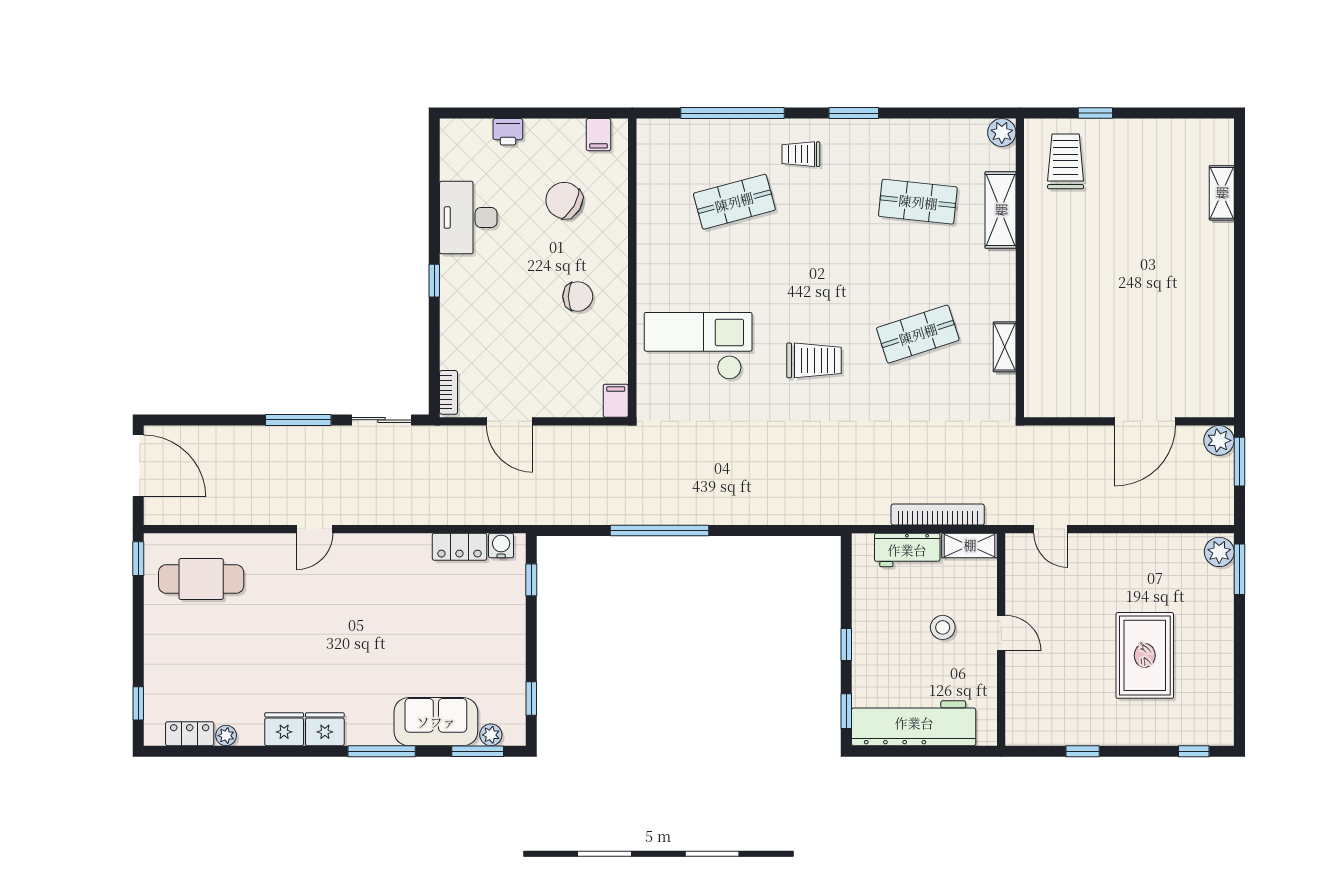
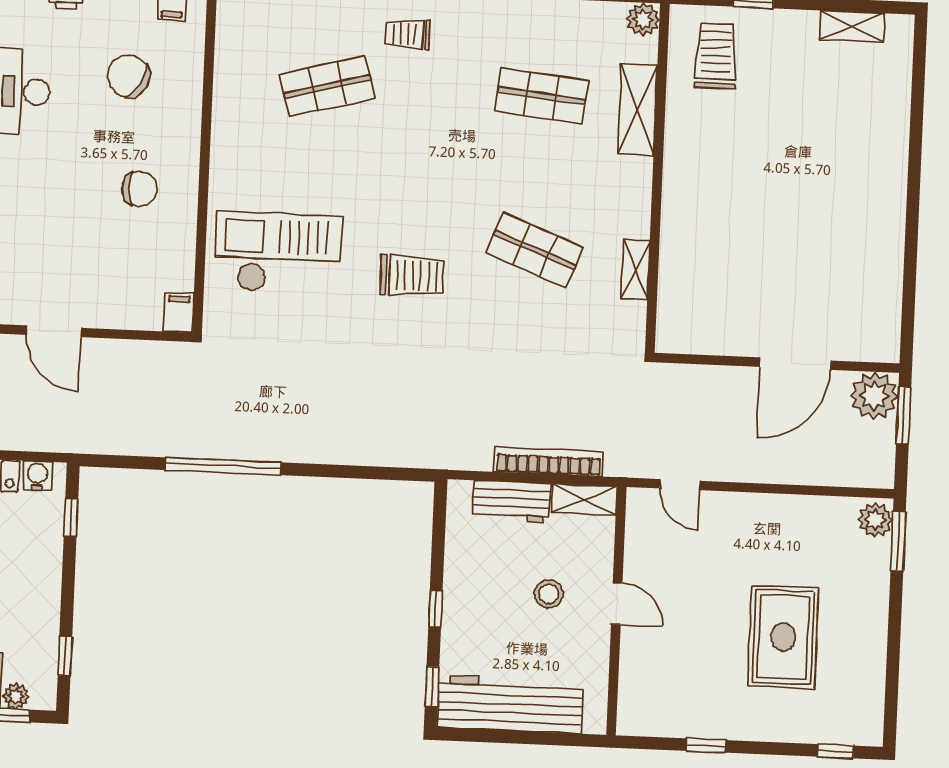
shelving: (1222, 193) -> (852, 26), moved, turned 90
shop shelf: (918, 334) -> (535, 250), turned 39
plant: (1219, 440) -> (874, 396), width x1.36, depth x1.36

